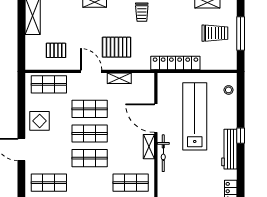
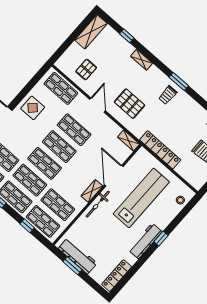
pallet: (56, 50) -> (86, 70), turned 90
shelving: (119, 78) -> (129, 141), moved
shop shelf: (90, 183) -> (30, 180), added

